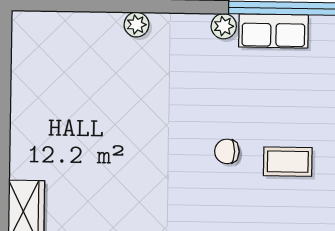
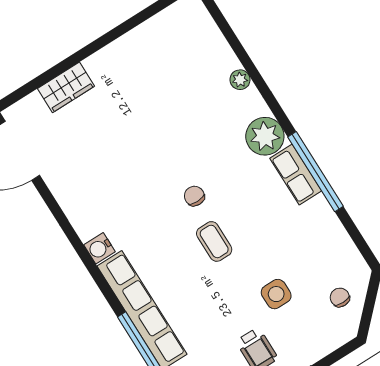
plant: (224, 26) -> (265, 136), width x1.87, depth x1.87

